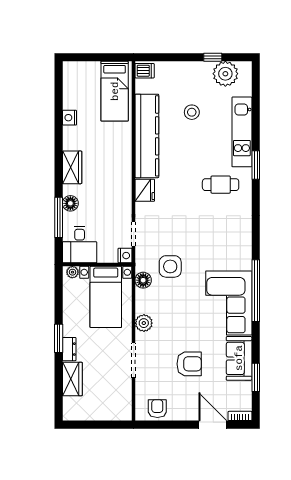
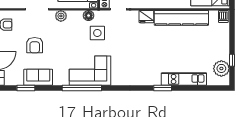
stool: (192, 112) -> (197, 47), removed
cafe table: (221, 185) -> (150, 65), removed
corner sofa: (229, 303) -> (90, 71), moved

